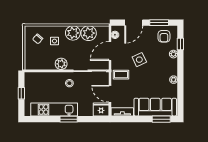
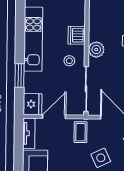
dishwasher: (51, 78) -> (77, 35), added
window: (69, 119) -> (20, 75), moved

